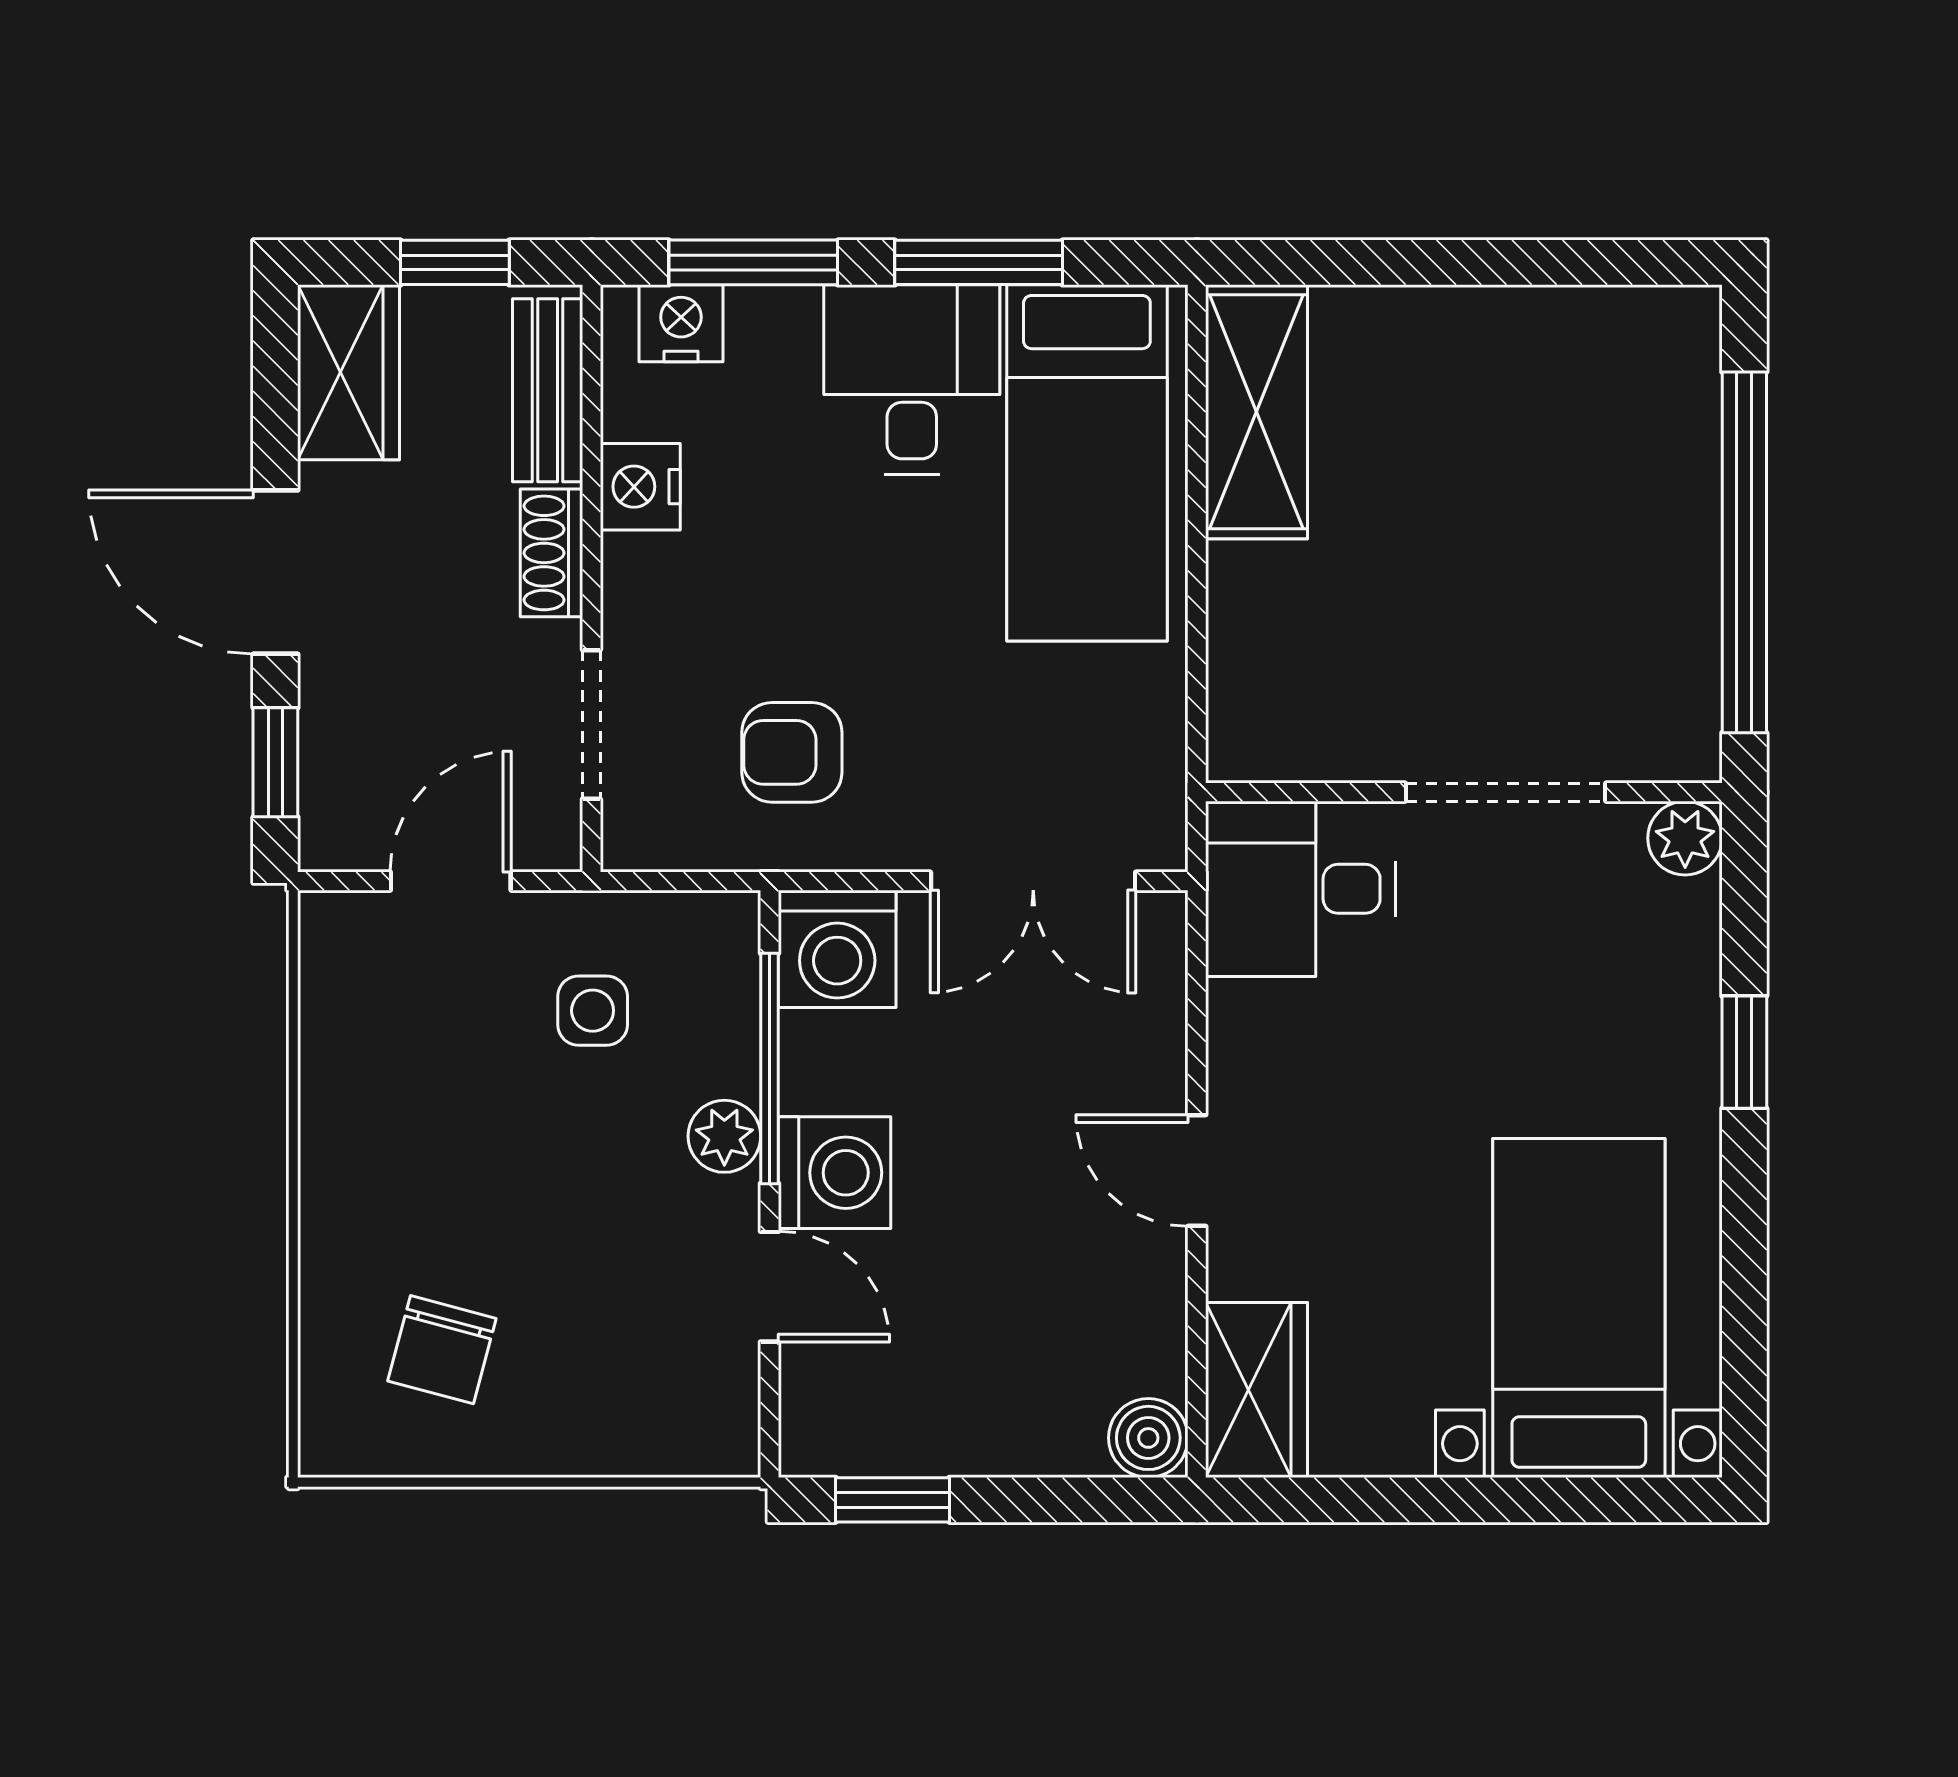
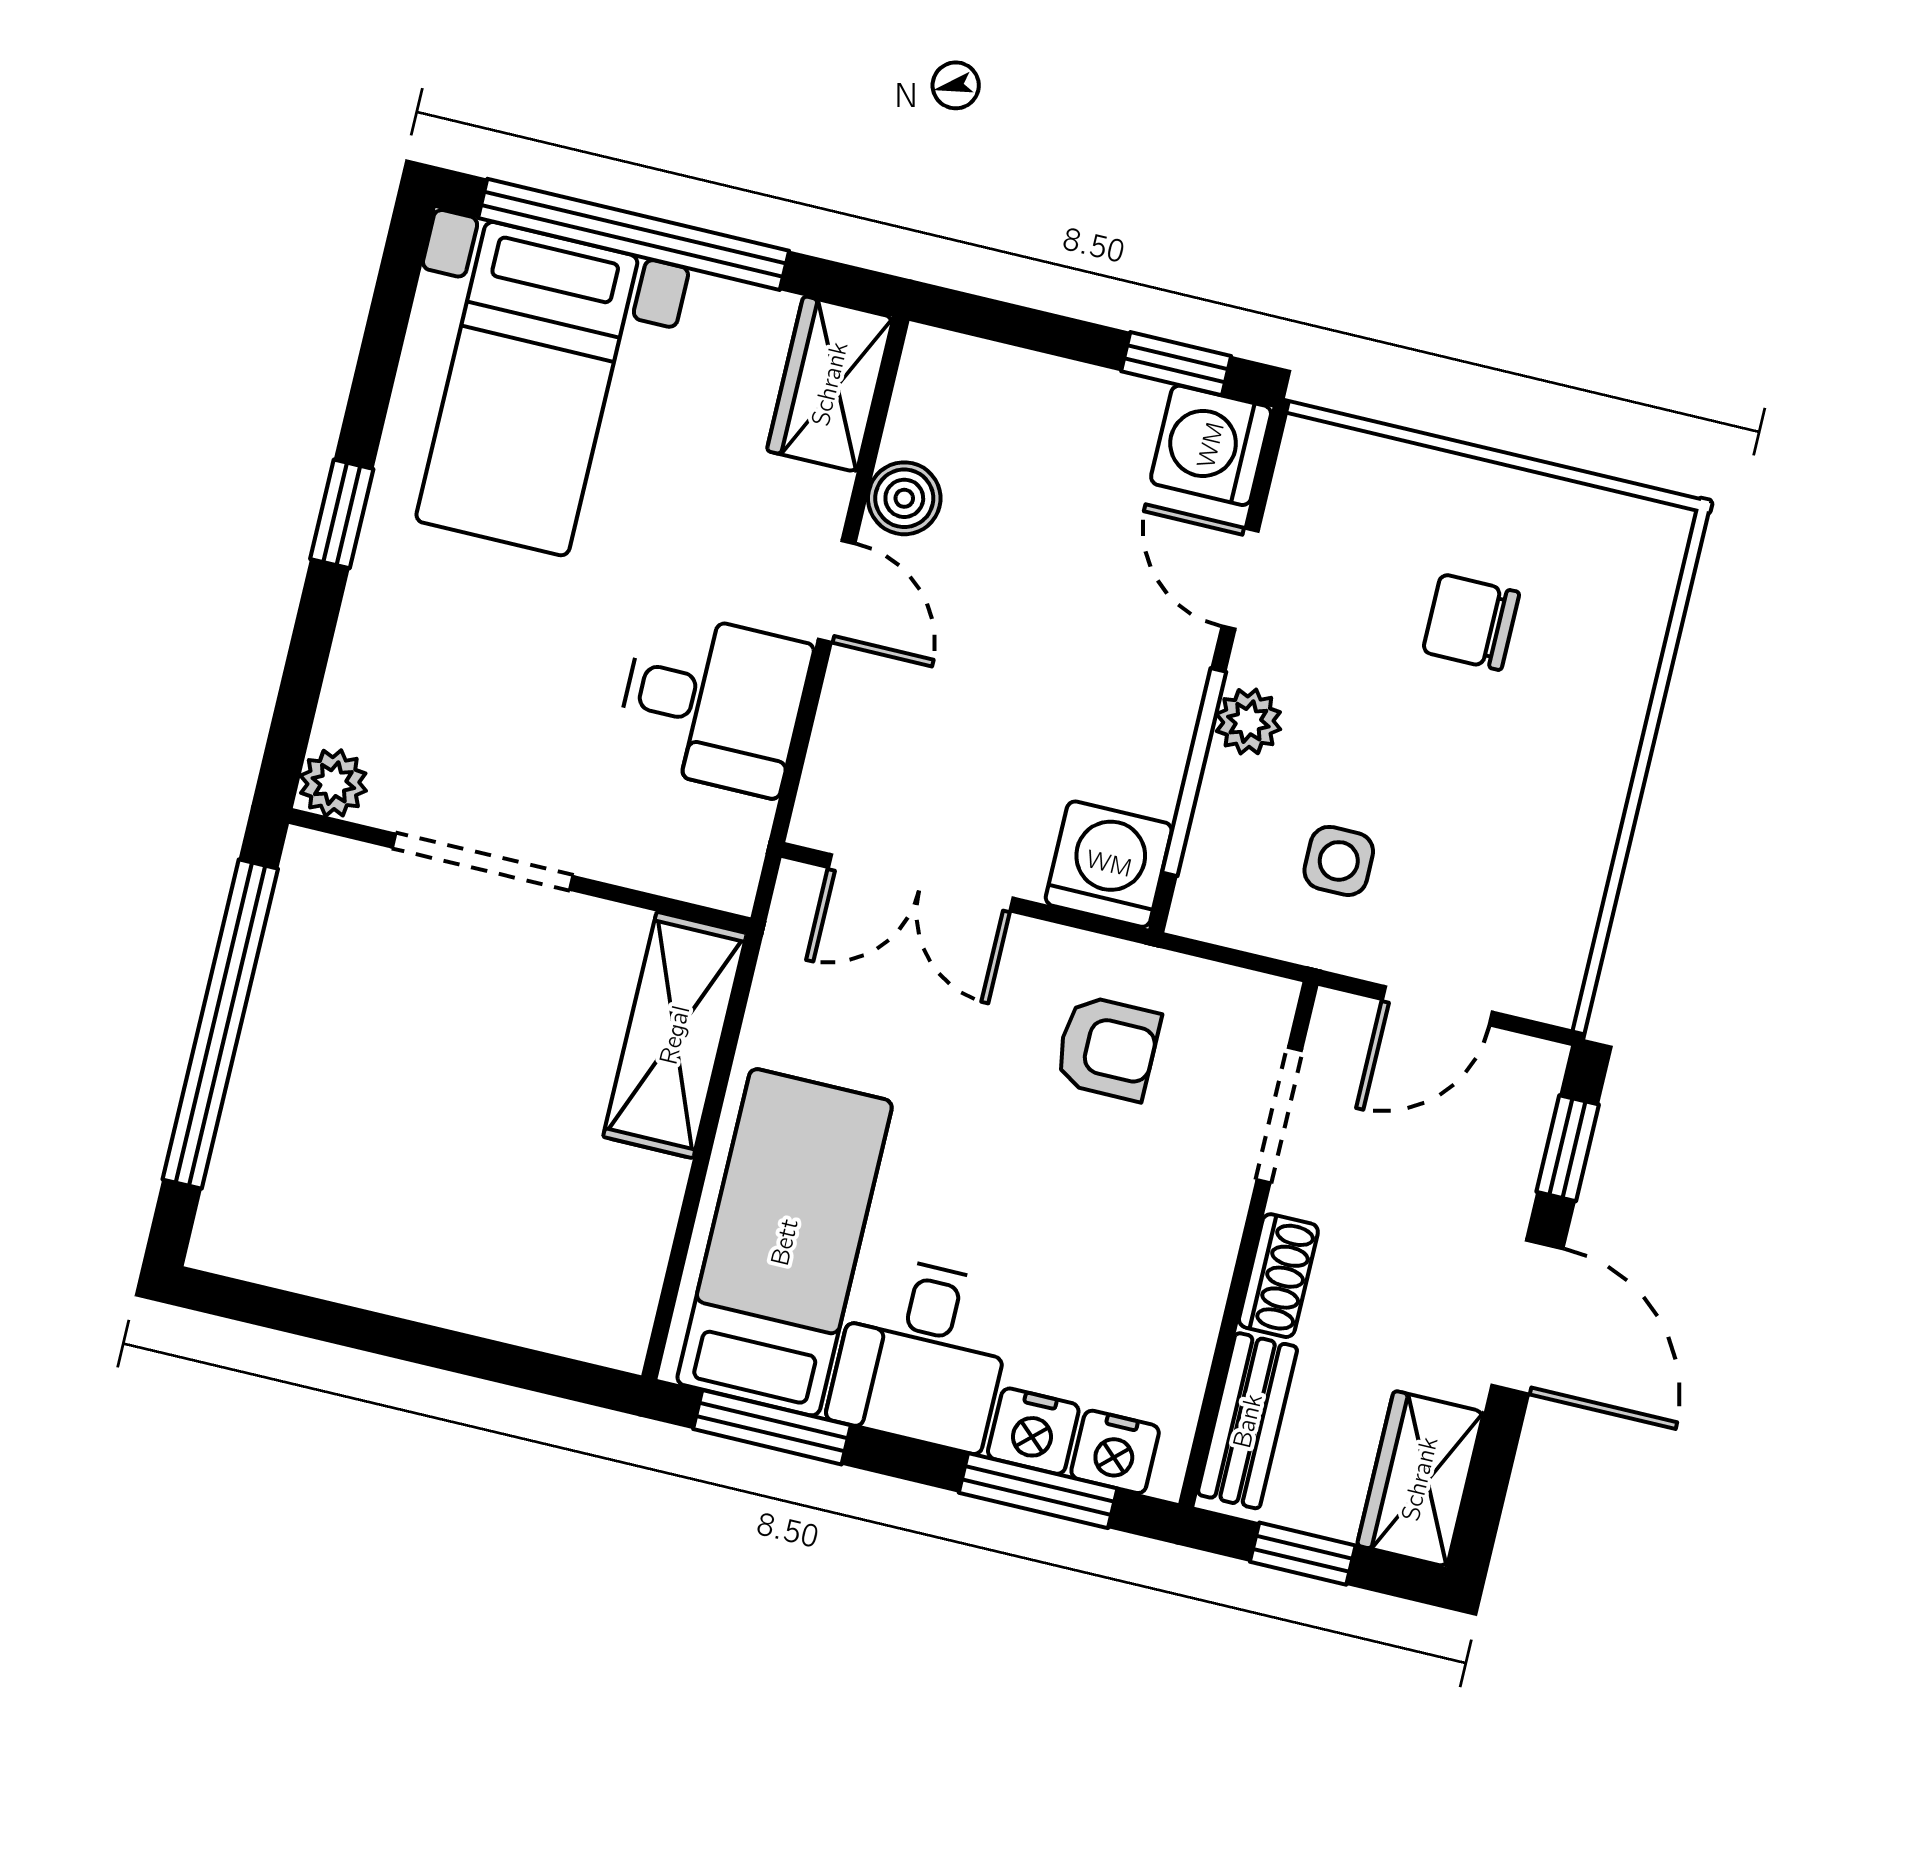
window: (979, 262) -> (772, 1427), moved
shelving: (1257, 412) -> (675, 1035), moved
nightstand: (640, 487) -> (1033, 1431), moved, turned 90
double door: (1033, 881) -> (921, 883), swing flipped
desk: (1300, 889) -> (713, 703), moved
window: (1744, 1052) -> (342, 514), moved
washing machine: (834, 1173) -> (1211, 445), moved
chair: (442, 1350) -> (1471, 622), moved, turned -105
boiler: (1148, 1438) -> (904, 498), moved
window: (1504, 1500) -> (634, 234), added

